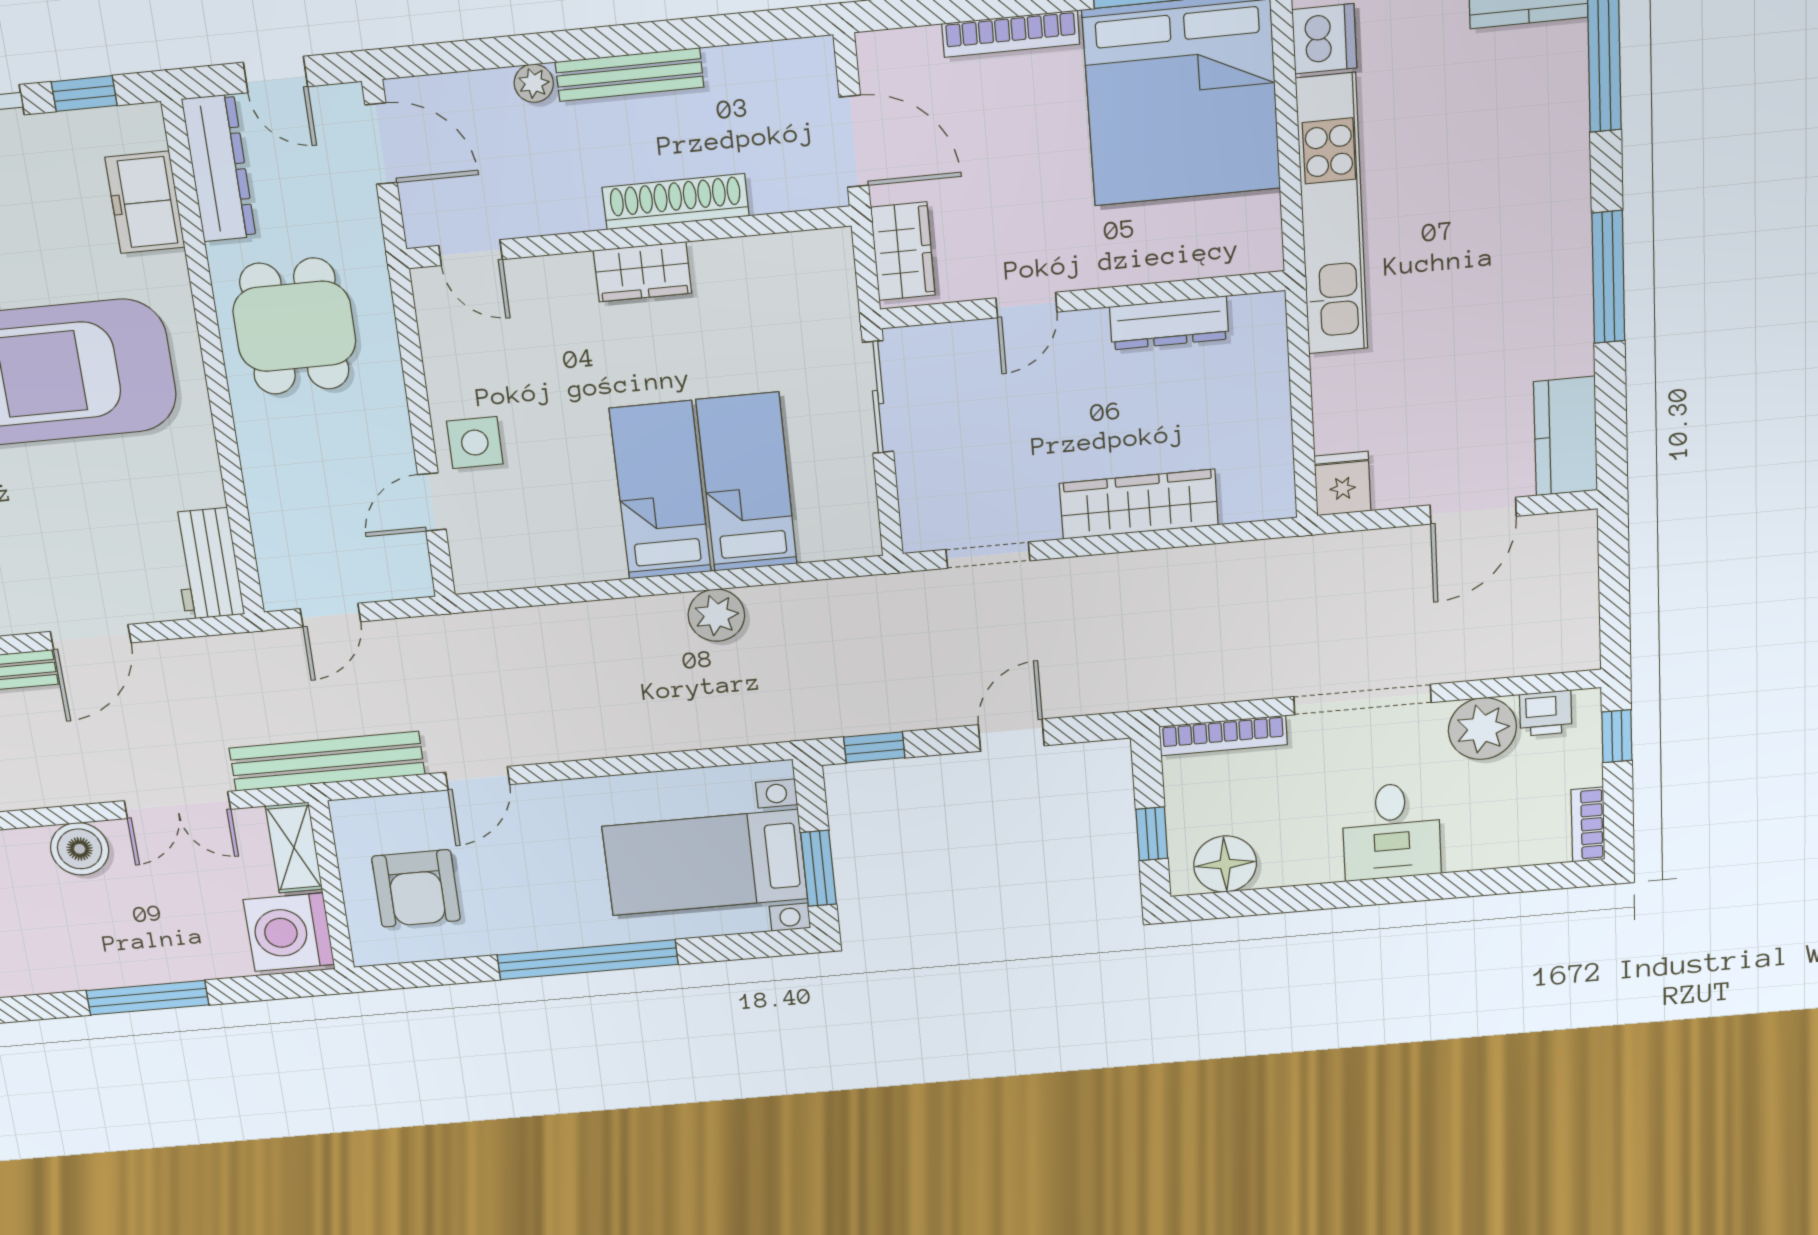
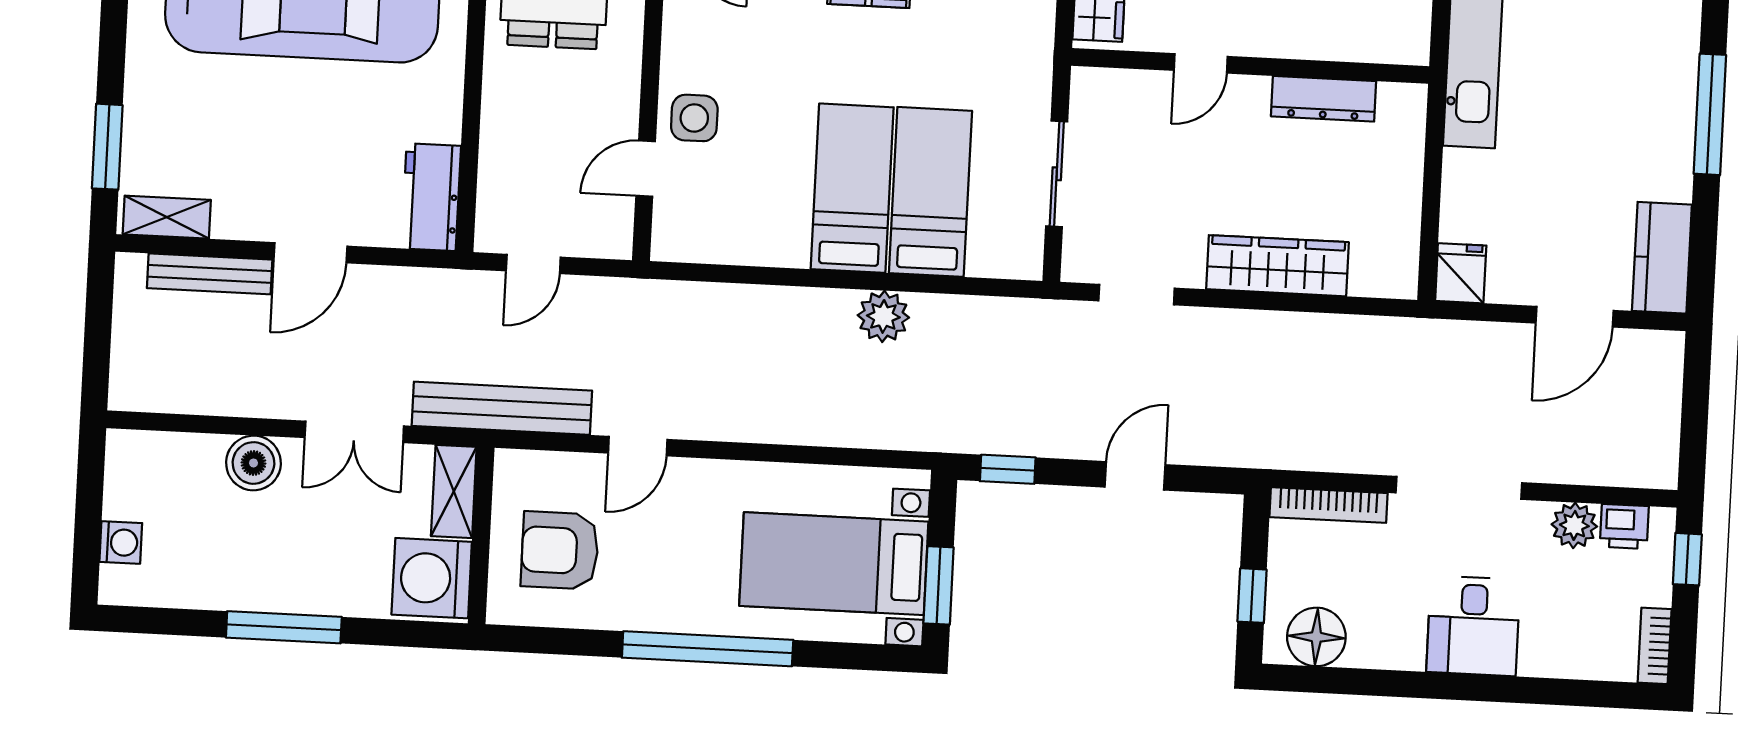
sliding door: (878, 397) -> (1057, 174), moved
plant: (1482, 729) -> (1574, 525), width x0.73, depth x0.73
armchair: (416, 888) -> (560, 550), turned 90

